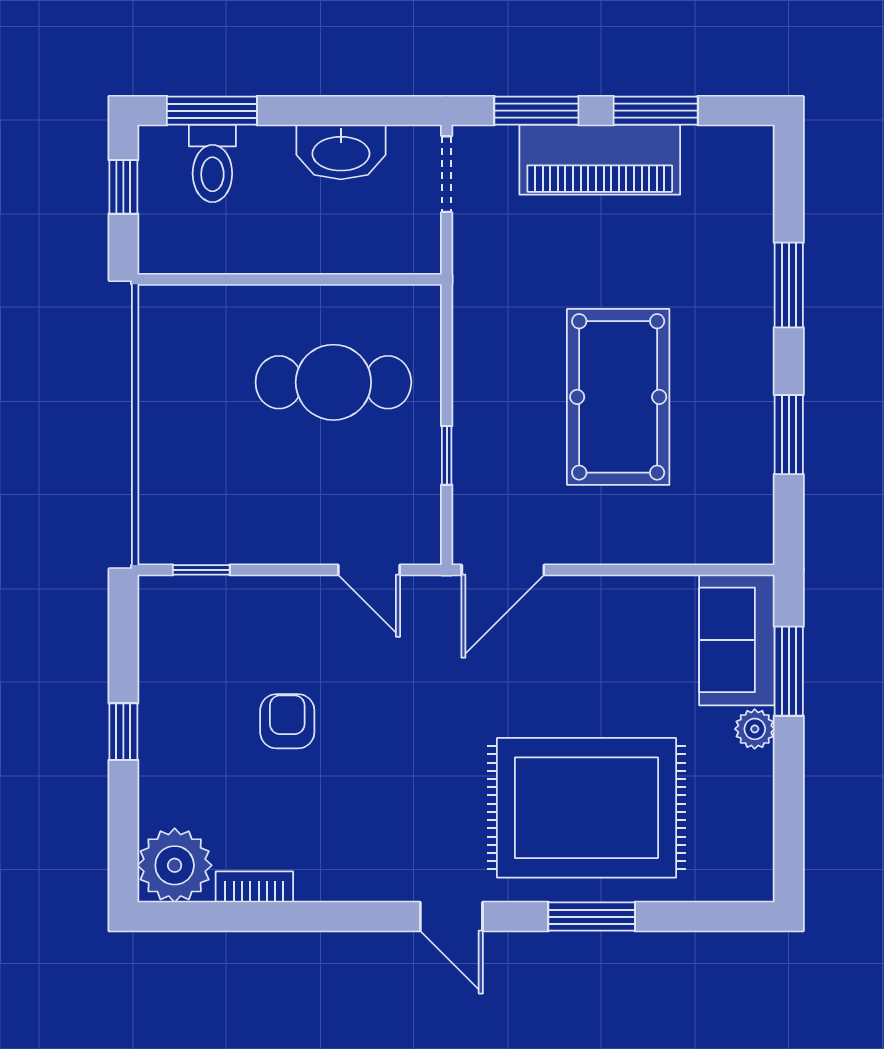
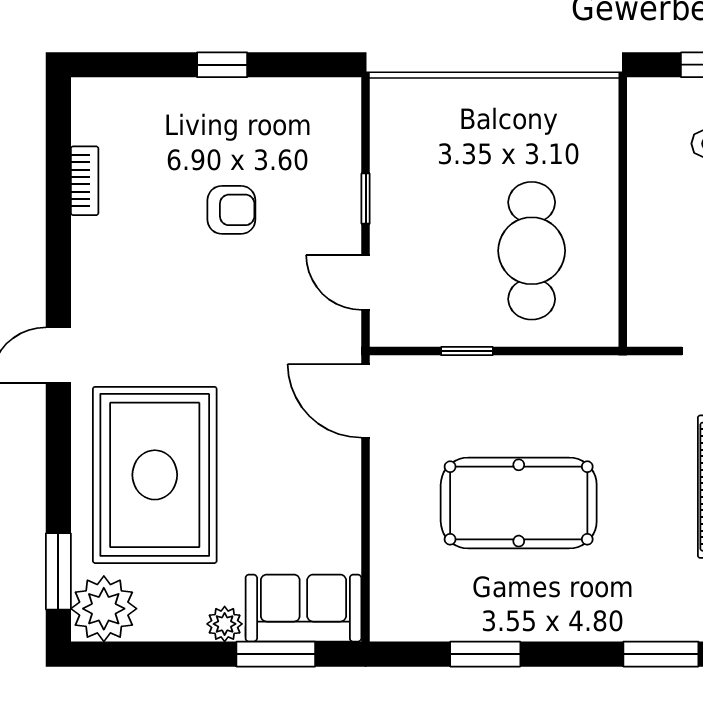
window: (789, 285) -> (661, 654), moved
window: (201, 570) -> (366, 199), moved
door: (369, 570) -> (366, 282), hinge flipped
plant: (175, 865) -> (104, 609), moved
window: (592, 917) -> (58, 571), moved

